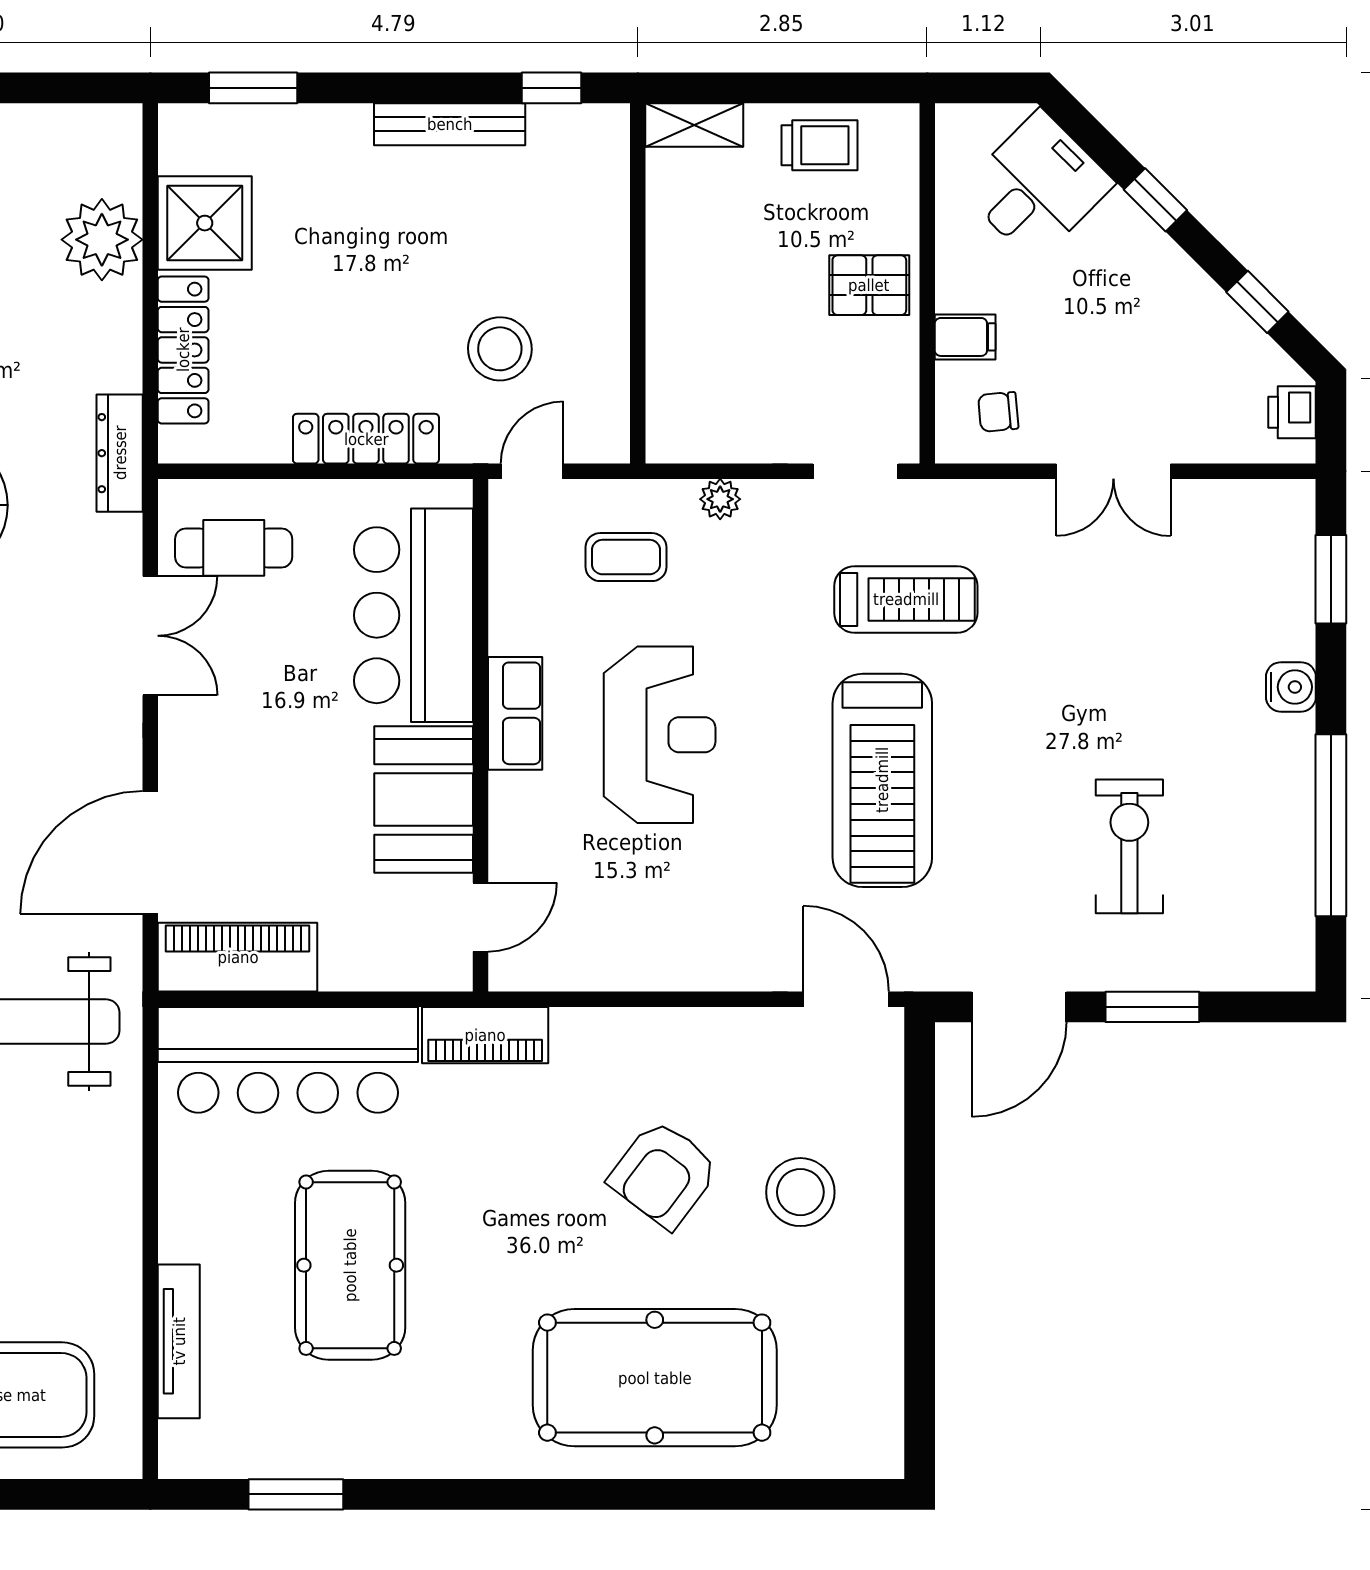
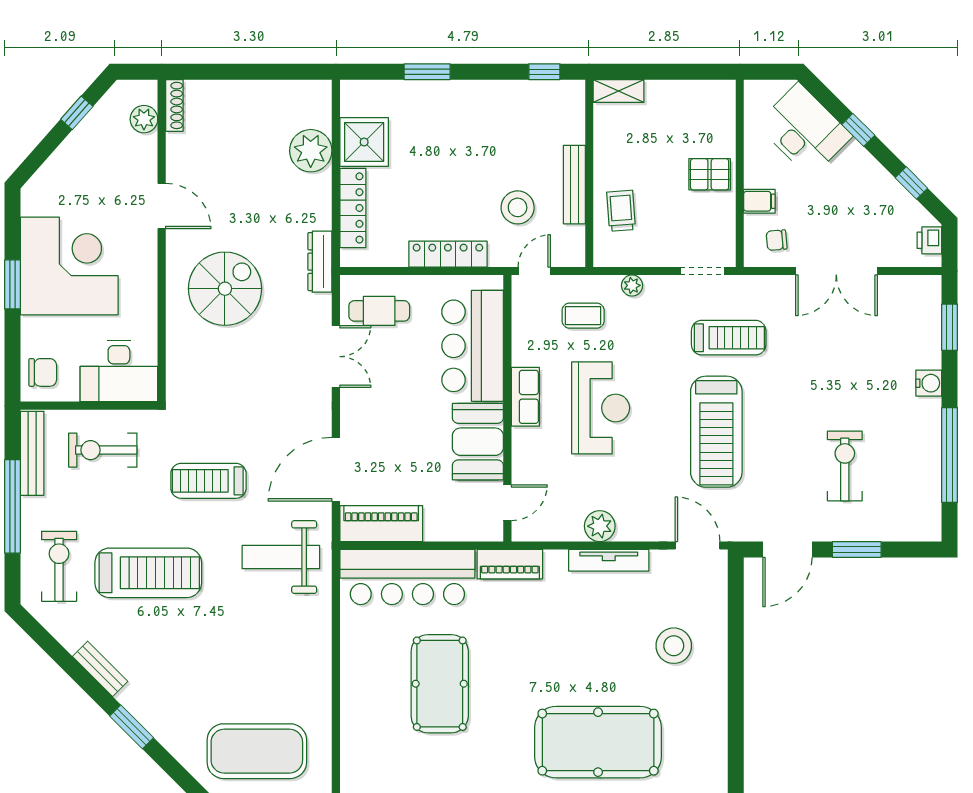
window: (253, 88) -> (427, 72), moved
bench: (450, 124) -> (574, 185), moved, turned 90
trolley: (820, 145) -> (621, 211), moved, turned -94
desk: (1037, 186) -> (804, 130), width x1.37
double door: (1113, 471) -> (836, 271), width x1.37
plant: (658, 962) -> (600, 526), added
armchair: (664, 1174) -> (603, 636), removed
tv unit: (179, 1341) -> (609, 560), moved, turned 90

